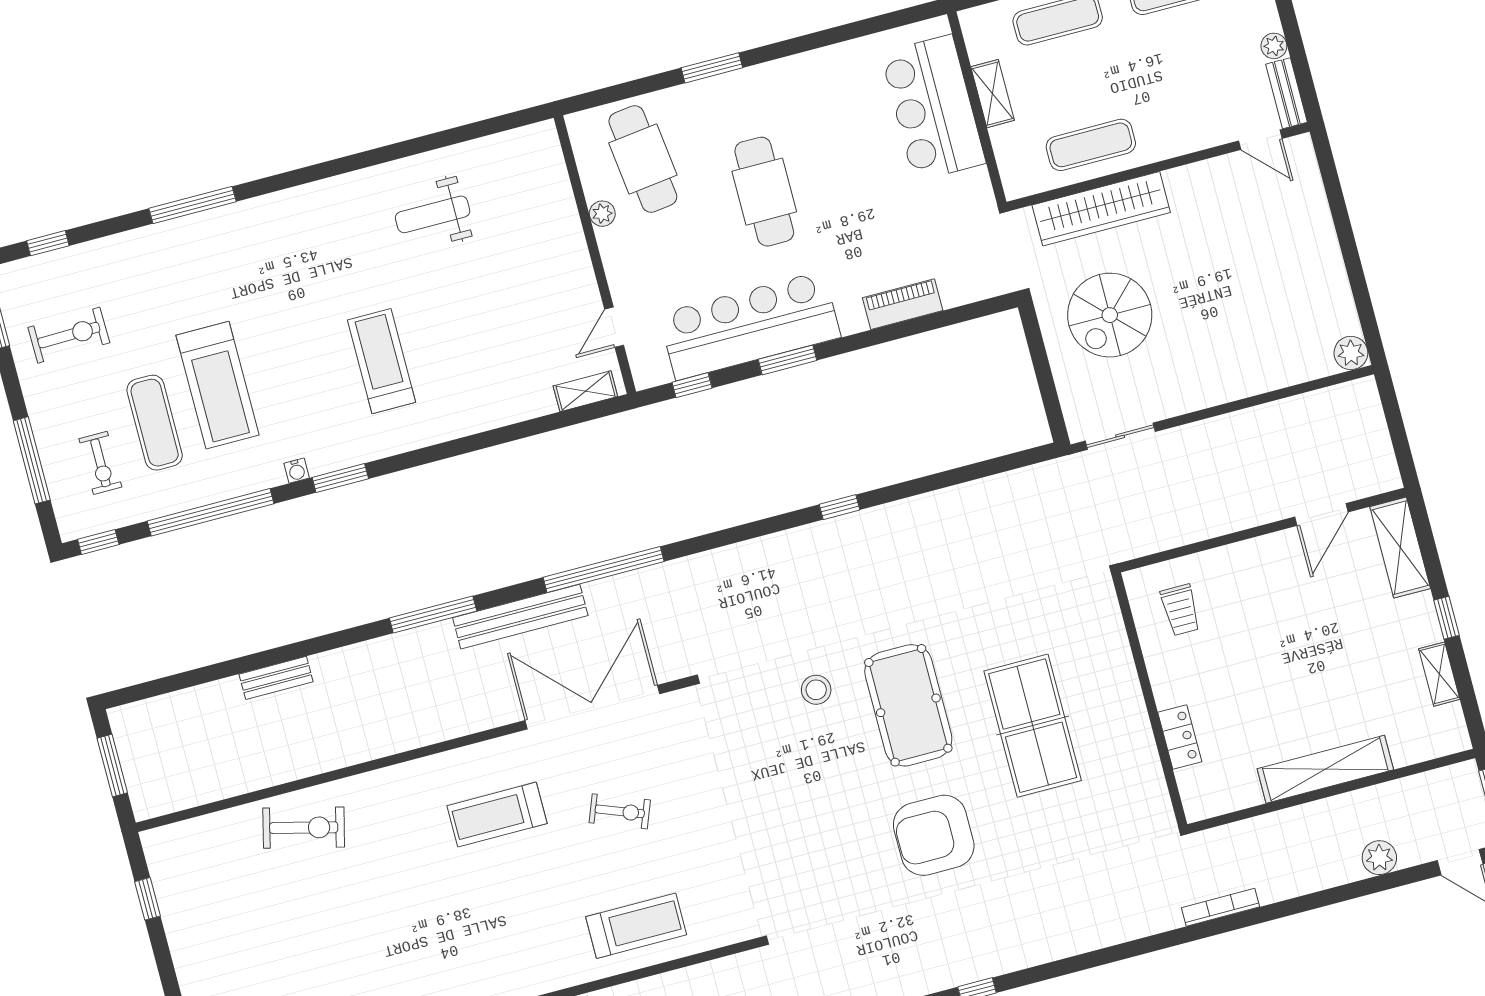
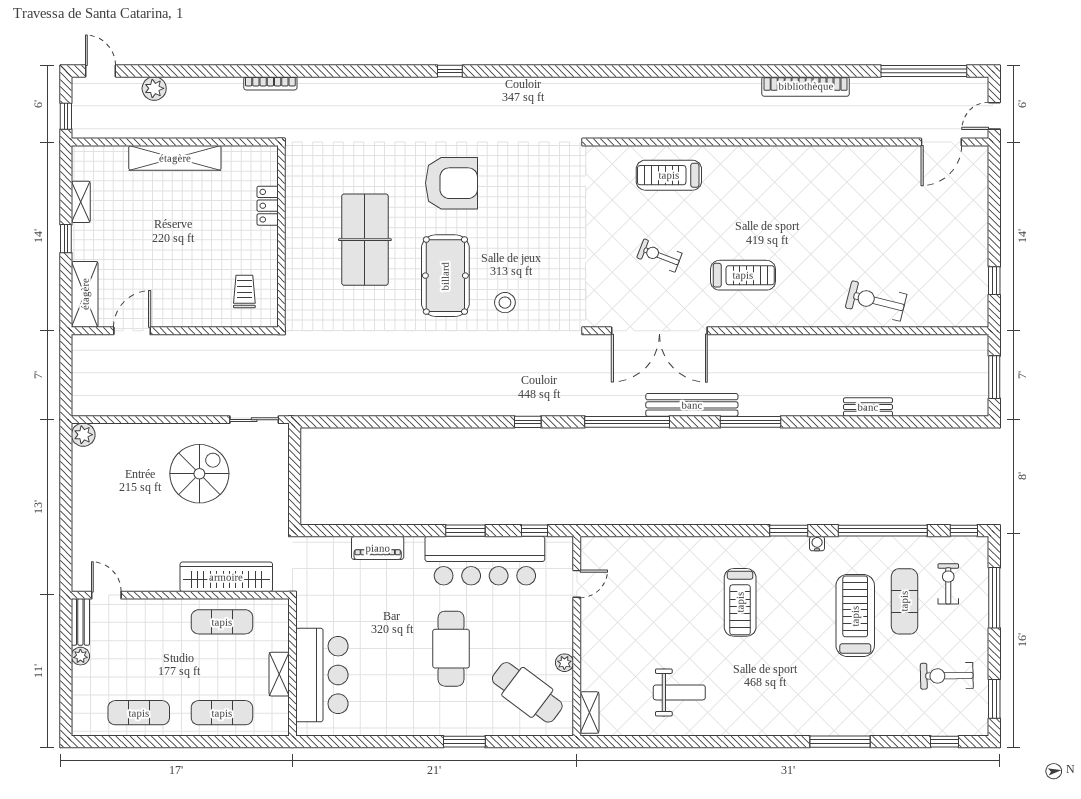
cafe table: (643, 159) -> (527, 692), turned -46
spiral stairs: (1110, 315) -> (199, 474), moved
shelving: (585, 391) -> (589, 713), moved, turned 90
window: (840, 507) -> (528, 422), moved

